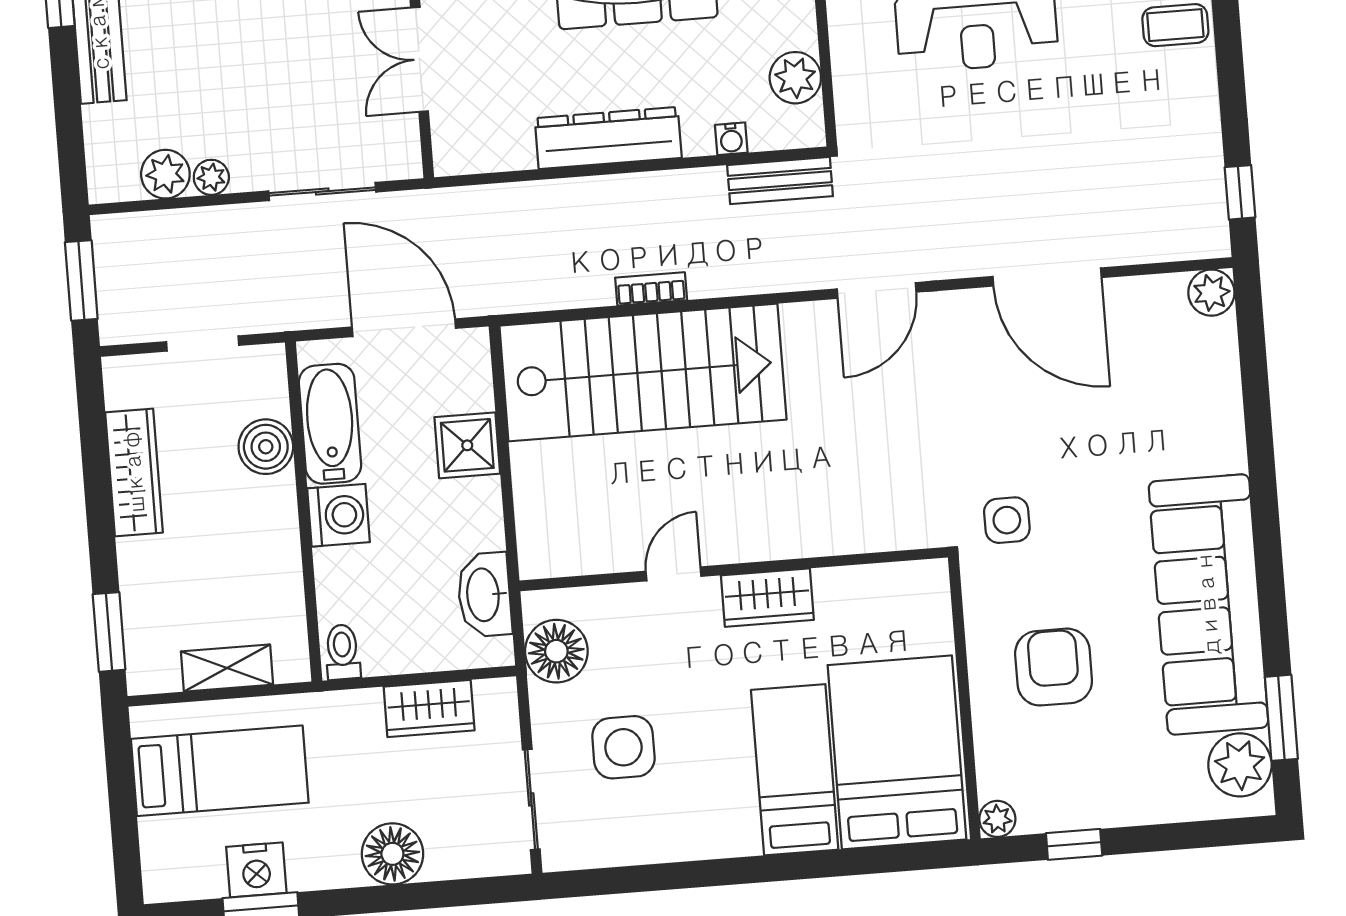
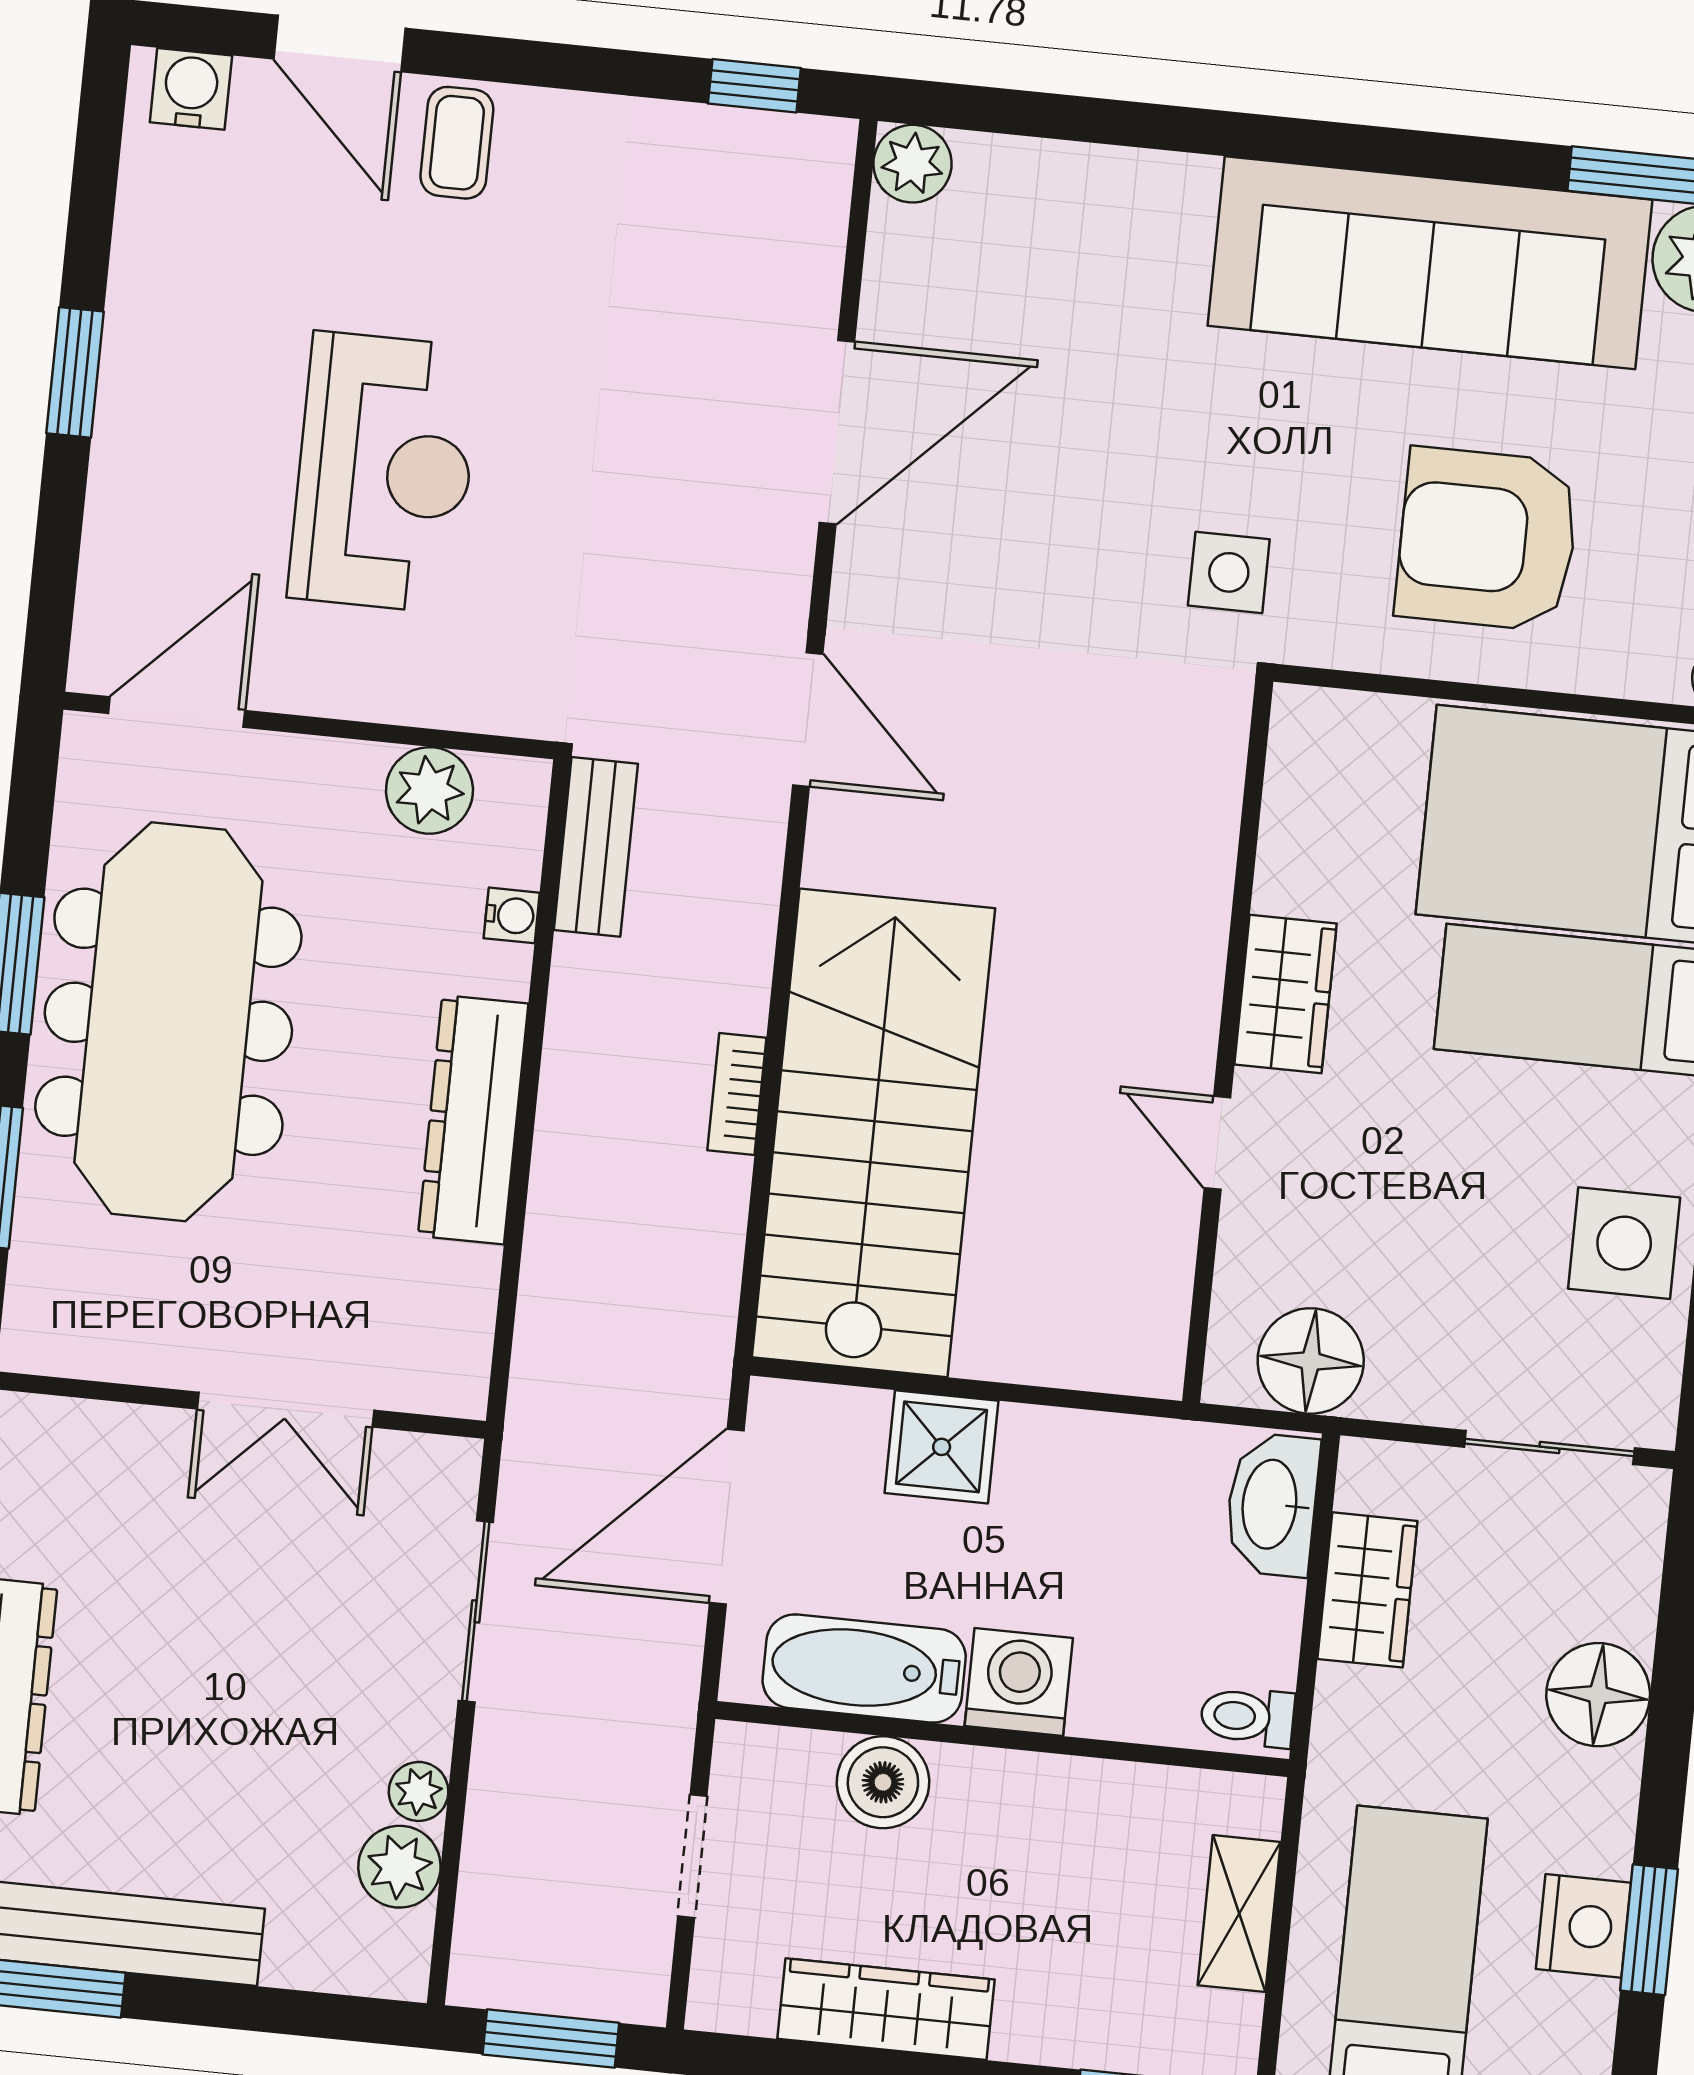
washbasin: (484, 595) -> (1272, 1504), moved, turned 90
armchair: (1054, 667) -> (1487, 539), width x1.36, depth x1.36
side table: (623, 747) -> (1624, 1243), moved

